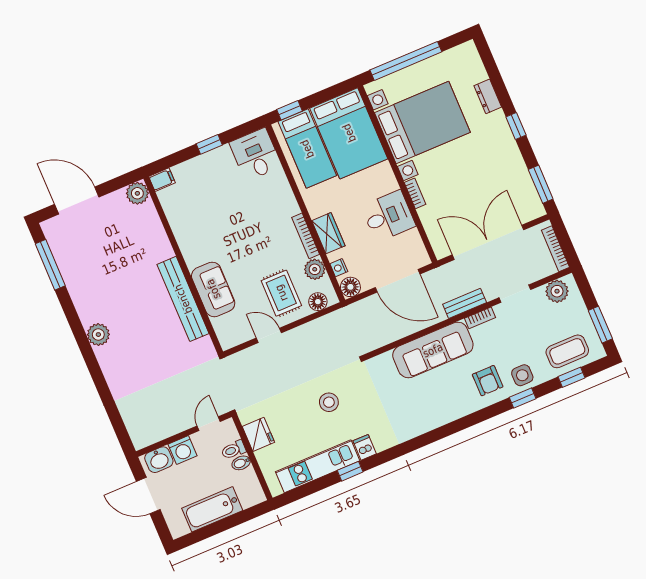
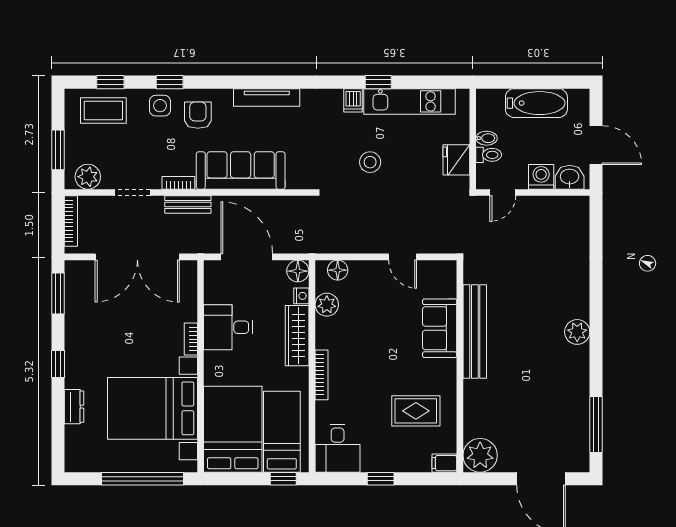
plant: (137, 193) -> (480, 455), width x1.36, depth x1.36
wardrobe: (328, 233) -> (297, 336), width x1.50
bookcase: (306, 236) -> (322, 375), moved
rug: (281, 293) -> (416, 411), moved, turned 90
window: (600, 325) -> (58, 150), moved
tv unit: (437, 419) -> (267, 97), added

